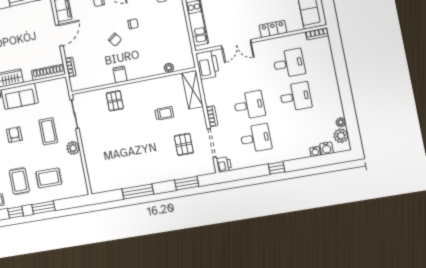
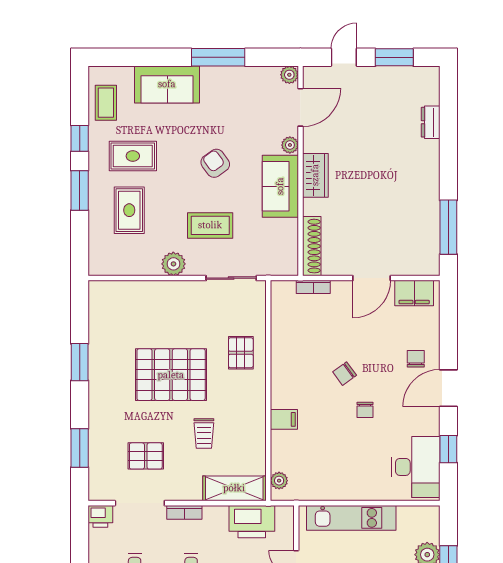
door: (59, 35) -> (372, 278), hinge flipped
printer: (208, 65) -> (252, 522), moved
plant: (169, 68) -> (279, 481), moved
filing cabinet: (120, 74) -> (284, 419), moved
pallet: (115, 101) -> (241, 353), turned 90
armchair: (14, 135) -> (215, 163), turned -126
pallet: (135, 138) -> (171, 375), added
window: (138, 191) -> (80, 362), width x0.69

